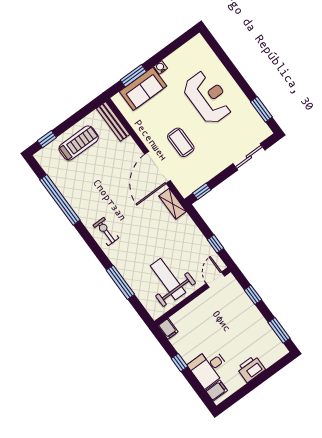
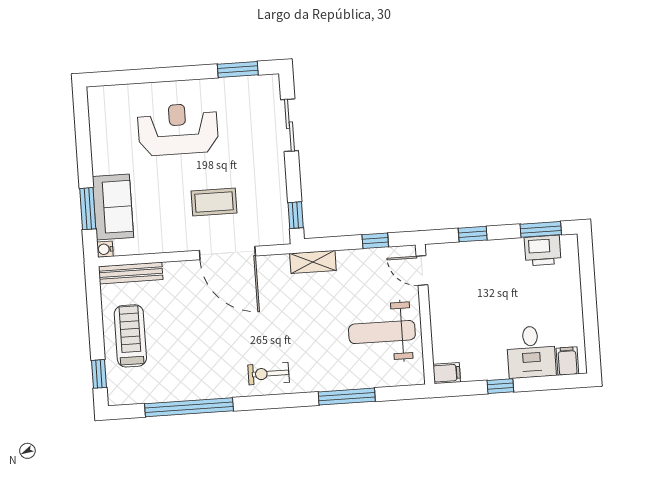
water cooler: (161, 67) -> (105, 249), moved
shelving: (173, 204) -> (313, 262), moved
printer: (251, 369) -> (543, 251), moved, turned -90

